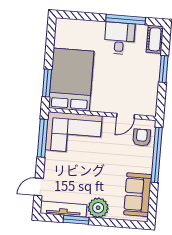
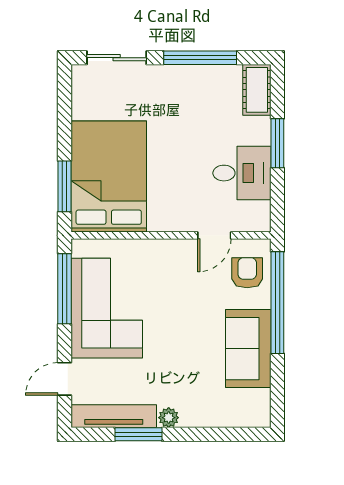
sliding door: (81, 16) -> (117, 58), added
desk: (119, 38) -> (242, 173), moved, turned 90
corner sofa: (74, 133) -> (107, 308), moved, turned -90
sofa: (138, 195) -> (248, 349), moved
plant: (98, 208) -> (169, 418), width x0.53, depth x0.53

